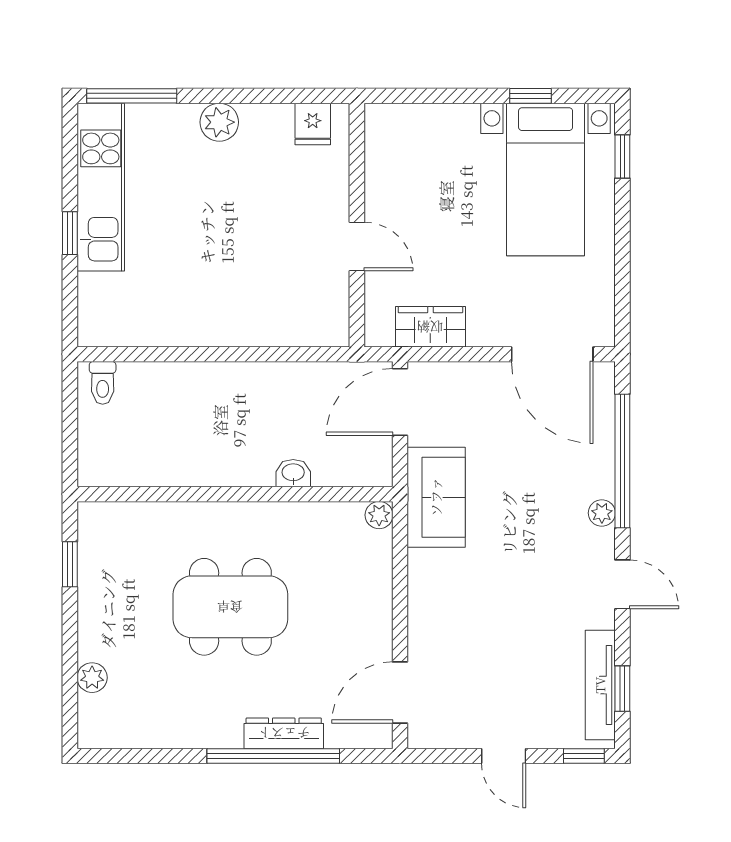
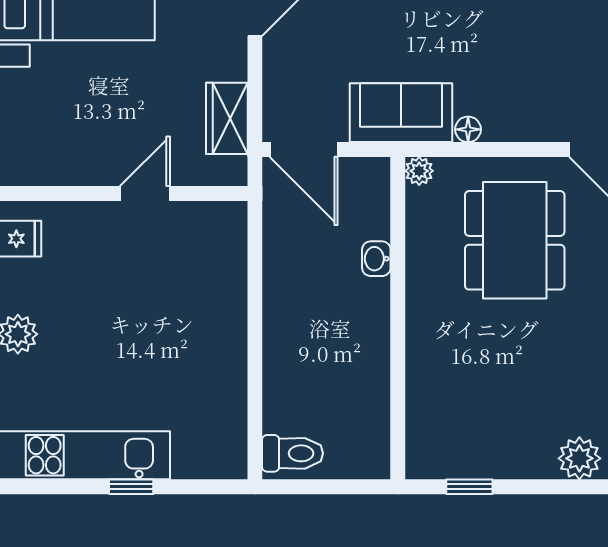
toilet: (103, 383) -> (293, 453), width x1.37, depth x1.39
floor lamp: (420, 563) -> (468, 129), added
dining table: (230, 607) -> (515, 240), moved
plant: (92, 678) -> (579, 458), width x1.38, depth x1.38

